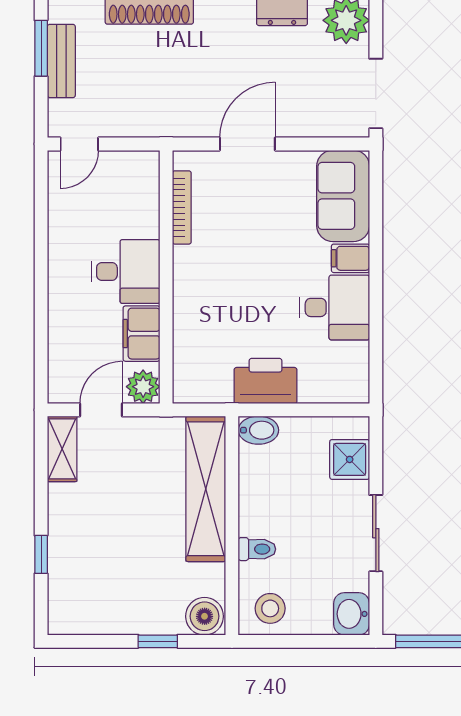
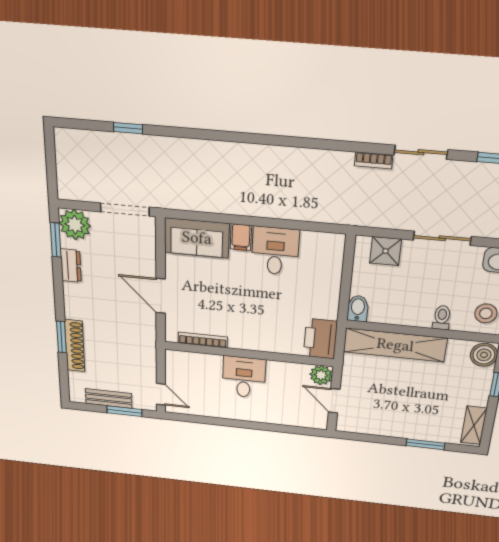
window: (41, 48) -> (124, 411), moved
filing cabinet: (141, 334) -> (285, 372), removed
printer: (265, 381) -> (320, 339), moved
shelving: (62, 449) -> (474, 425), moved, turned 90
window: (41, 554) -> (426, 444), width x1.50

